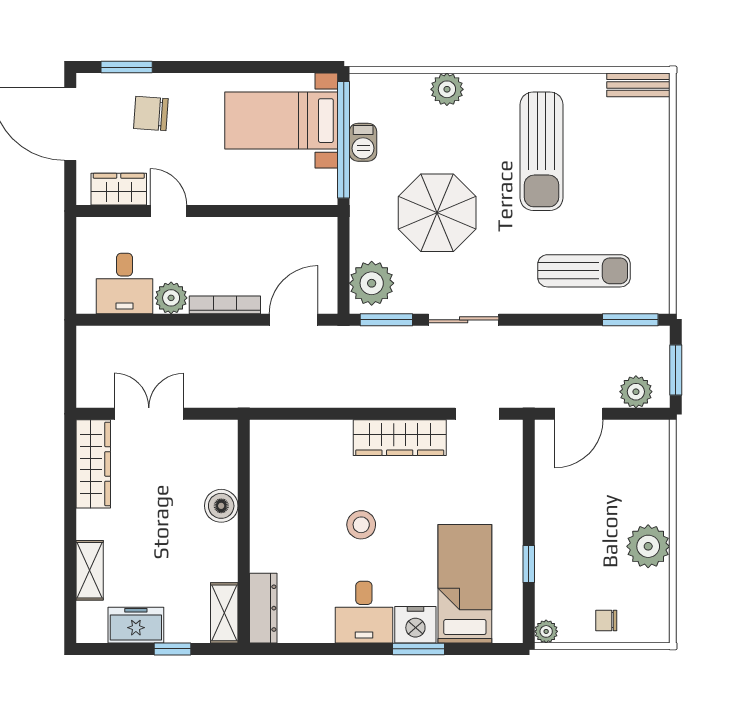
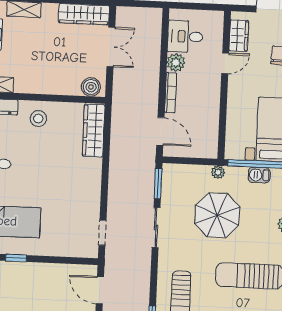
plant: (372, 283) -> (218, 172), moved, width x0.53, depth x0.53
wardrobe: (400, 438) -> (94, 130), moved
boiler: (221, 506) -> (91, 87), moved
stool: (361, 525) -> (38, 118), moved

